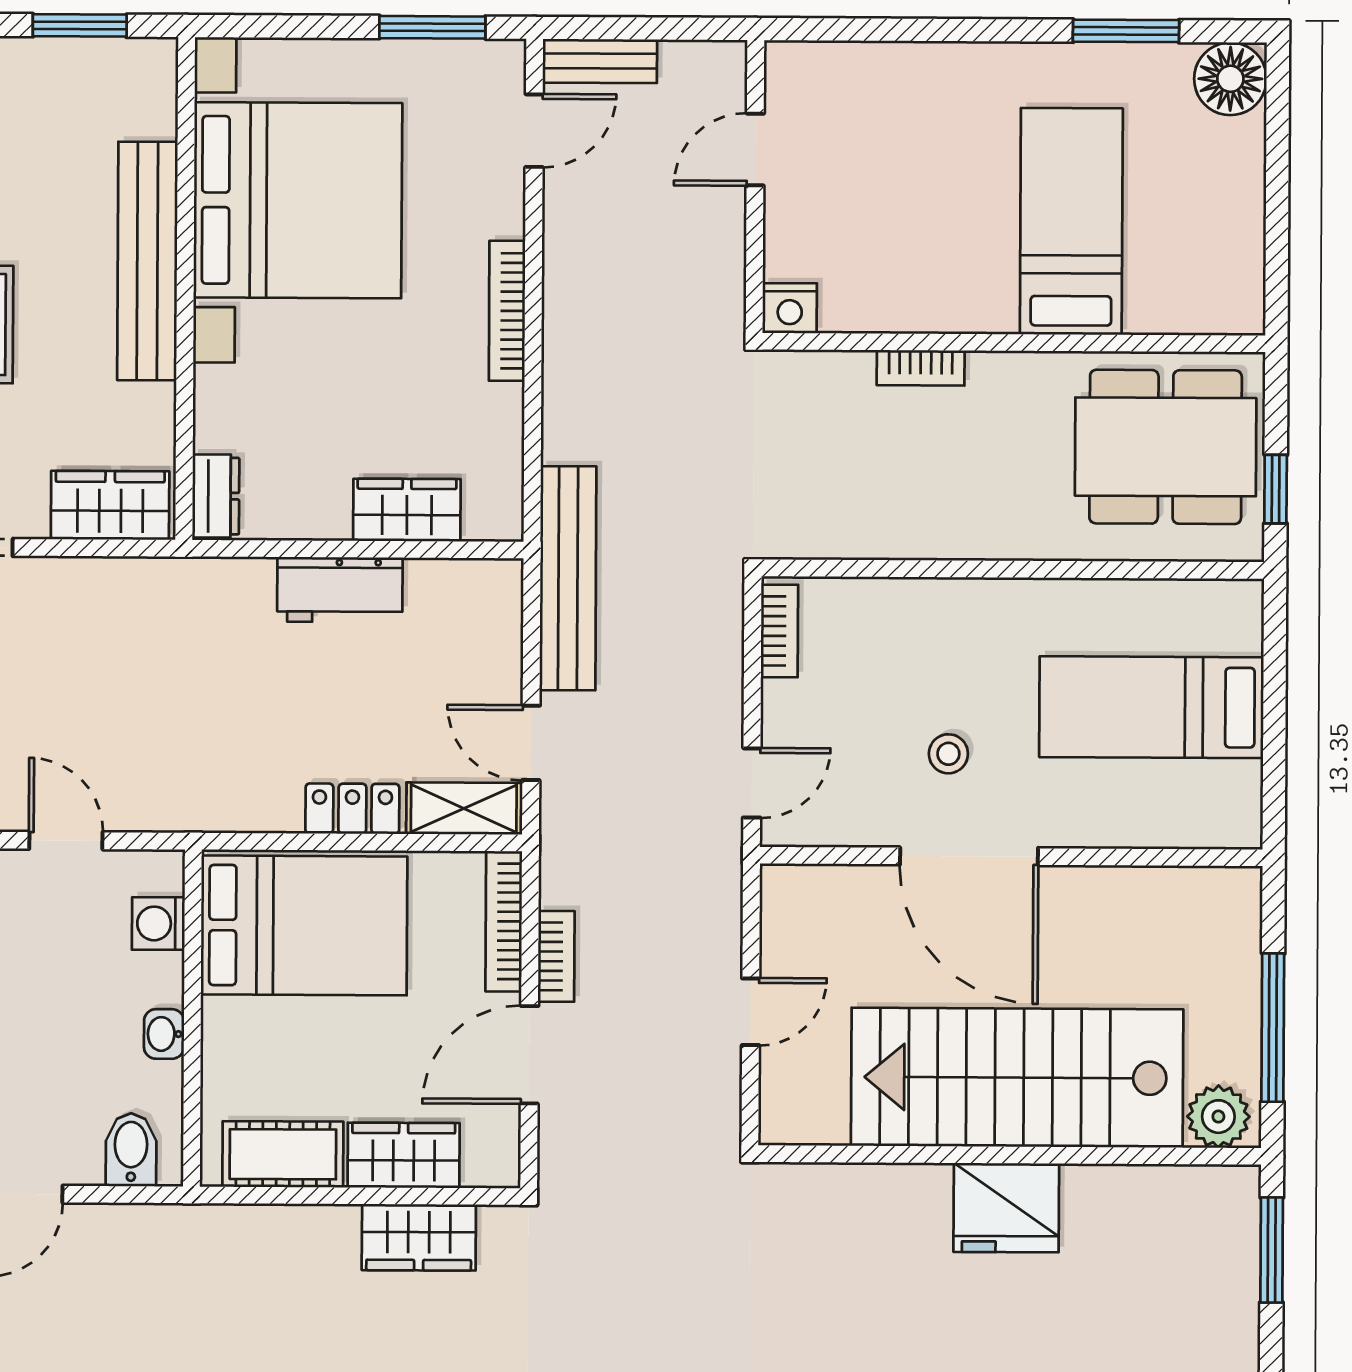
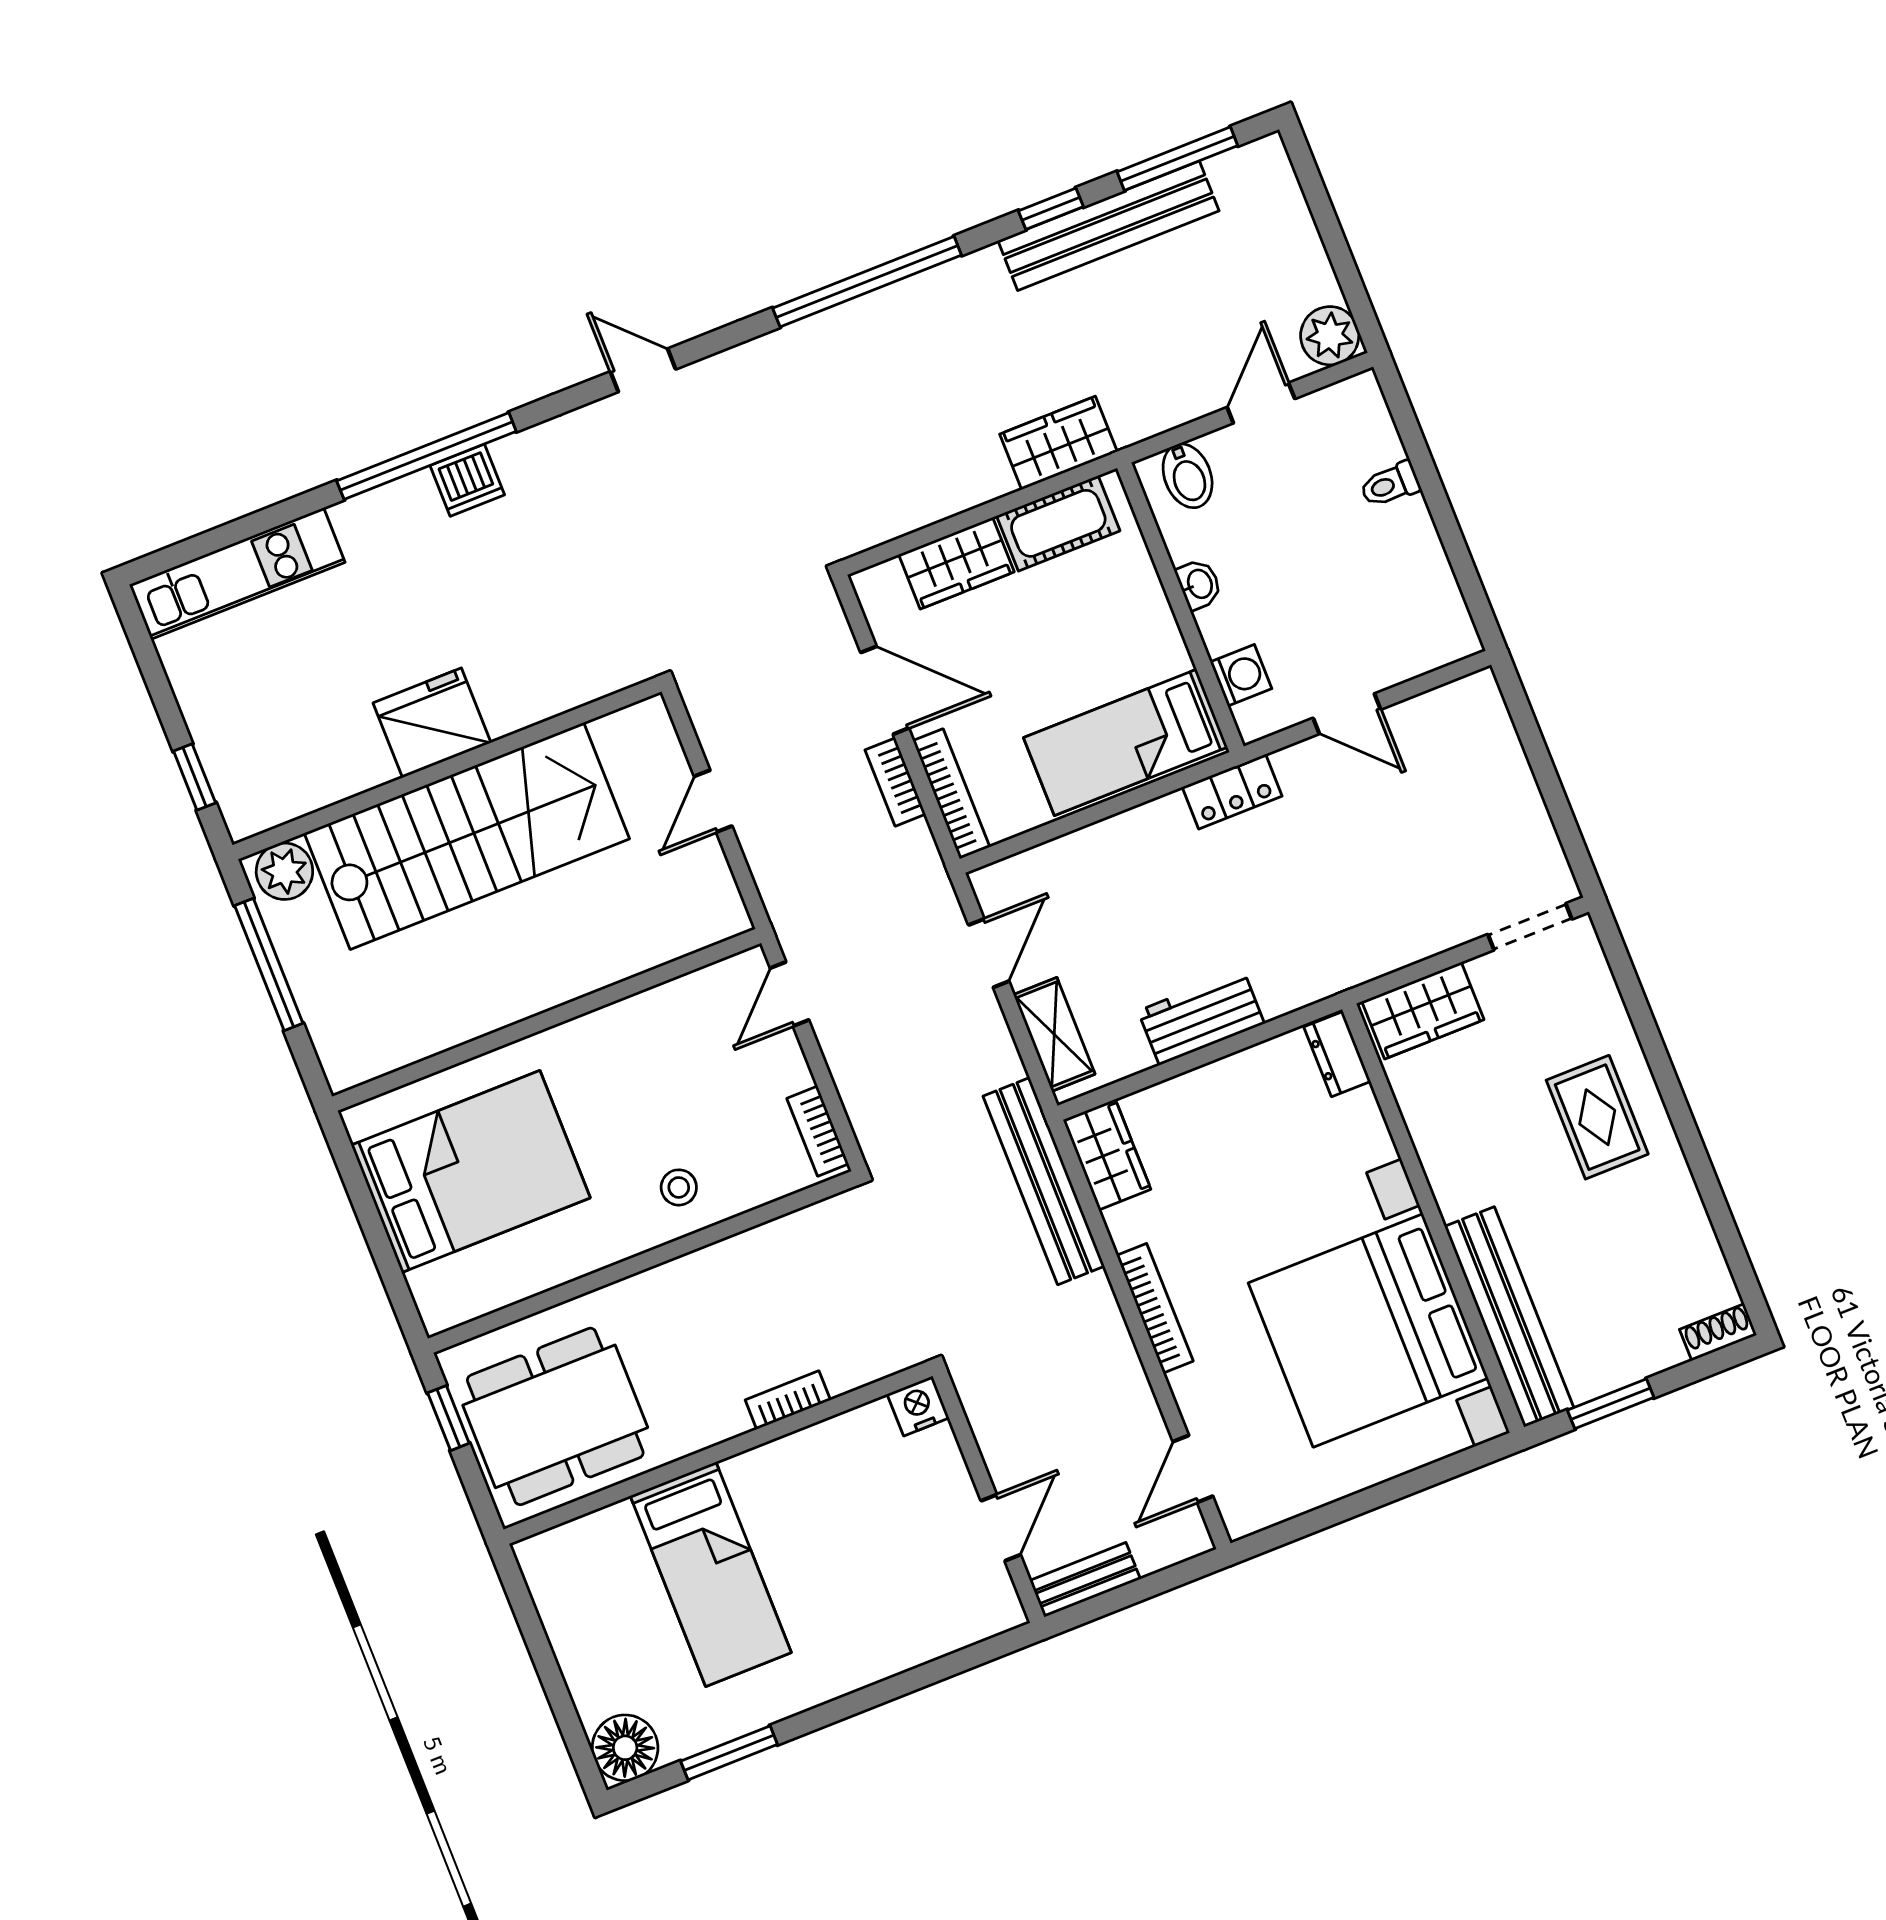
window: (432, 27) -> (1313, 1521), removed
bench: (600, 61) -> (1085, 1580), moved
bench: (147, 261) -> (1509, 1317), moved
wardrobe: (407, 510) -> (1107, 1155), moved, turned -90
bench: (568, 578) -> (1044, 1181), moved
bed: (1151, 707) -> (471, 1172), width x1.50
door: (531, 743) -> (989, 953), hinge flipped
stool: (948, 754) -> (679, 1187), moved
shelving: (464, 808) -> (1054, 1034), moved, turned 90
locker: (352, 809) -> (1232, 792), moved
door: (969, 856) -> (582, 1006), removed
bed: (304, 925) -> (1126, 742), width x0.67
door: (529, 1055) -> (885, 690), hinge flipped
wardrobe: (419, 1237) -> (1058, 443), moved
window: (1272, 1250) -> (195, 777), width x0.67

